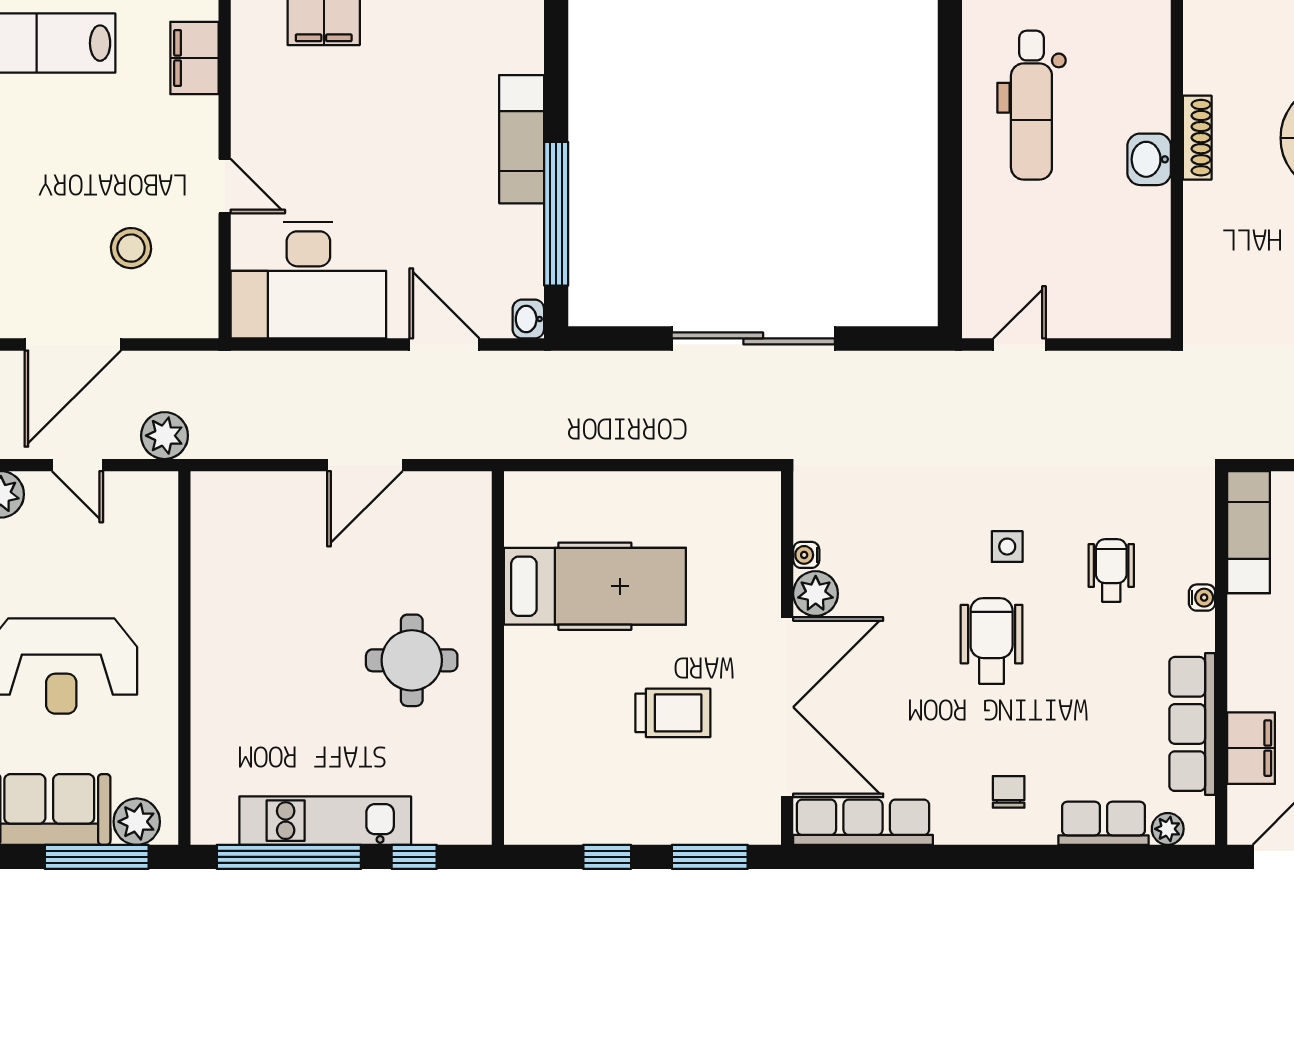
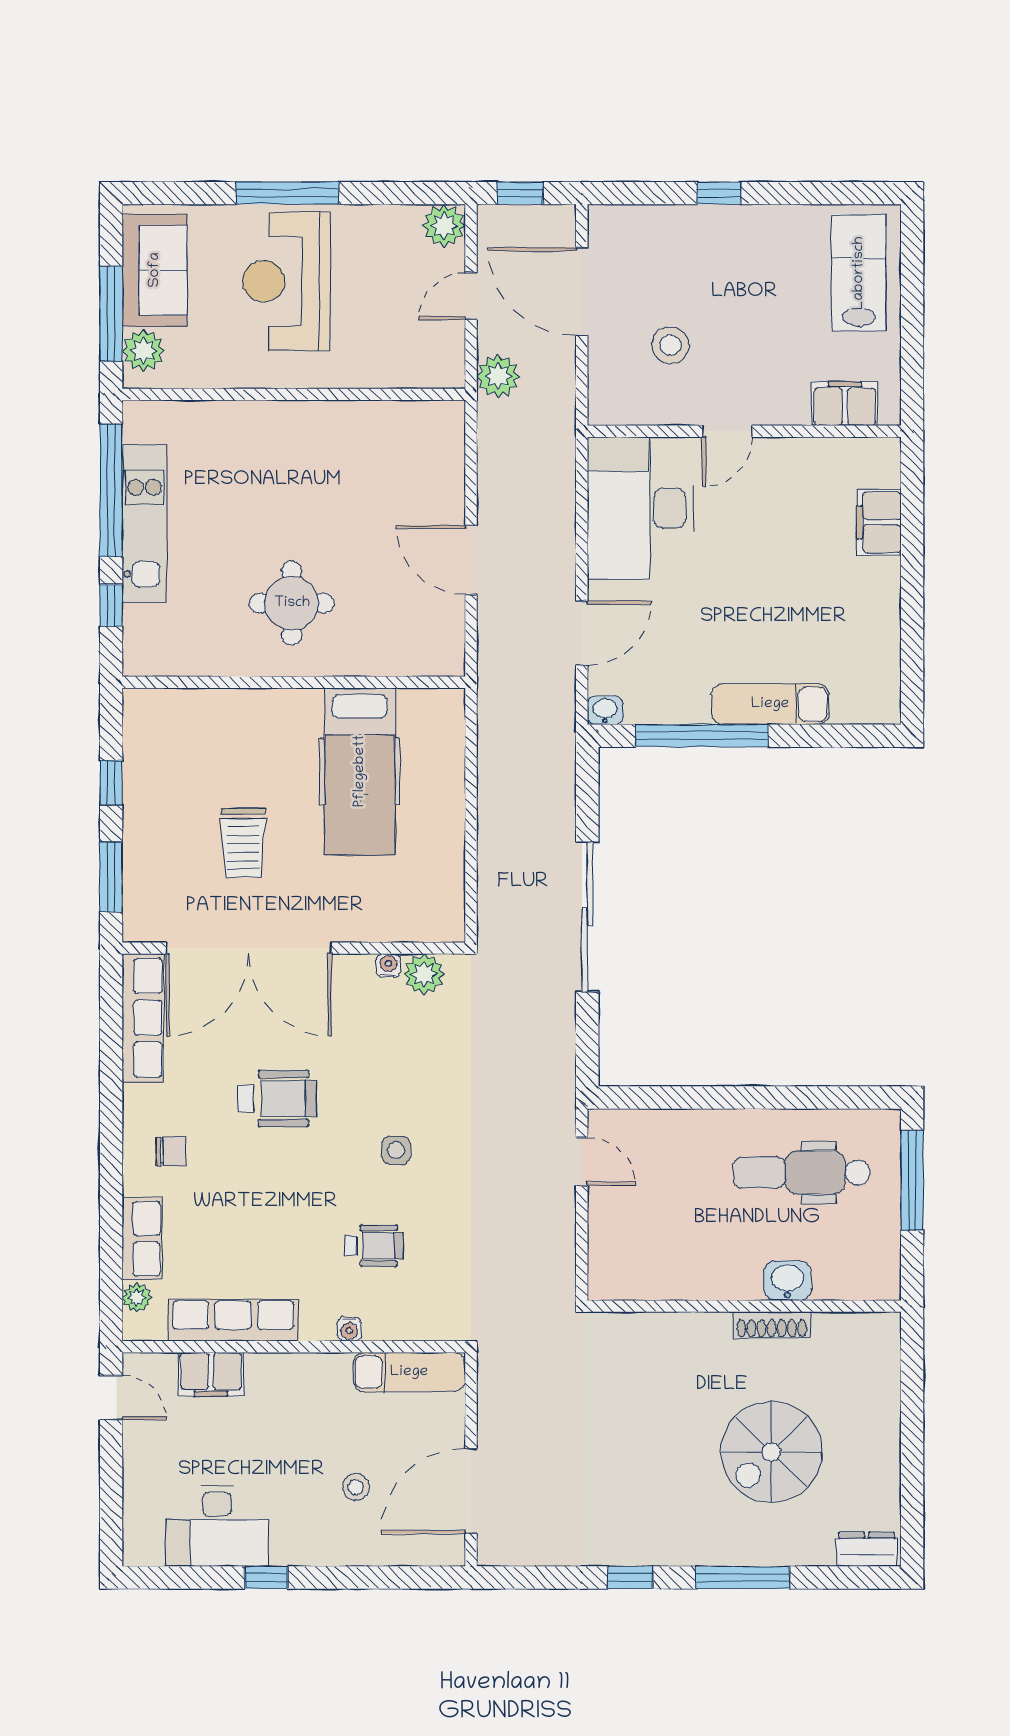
washbasin: (1149, 159) -> (788, 1281), moved
plant: (816, 594) -> (424, 974), moved
wheelchair: (992, 641) -> (277, 1098), moved

